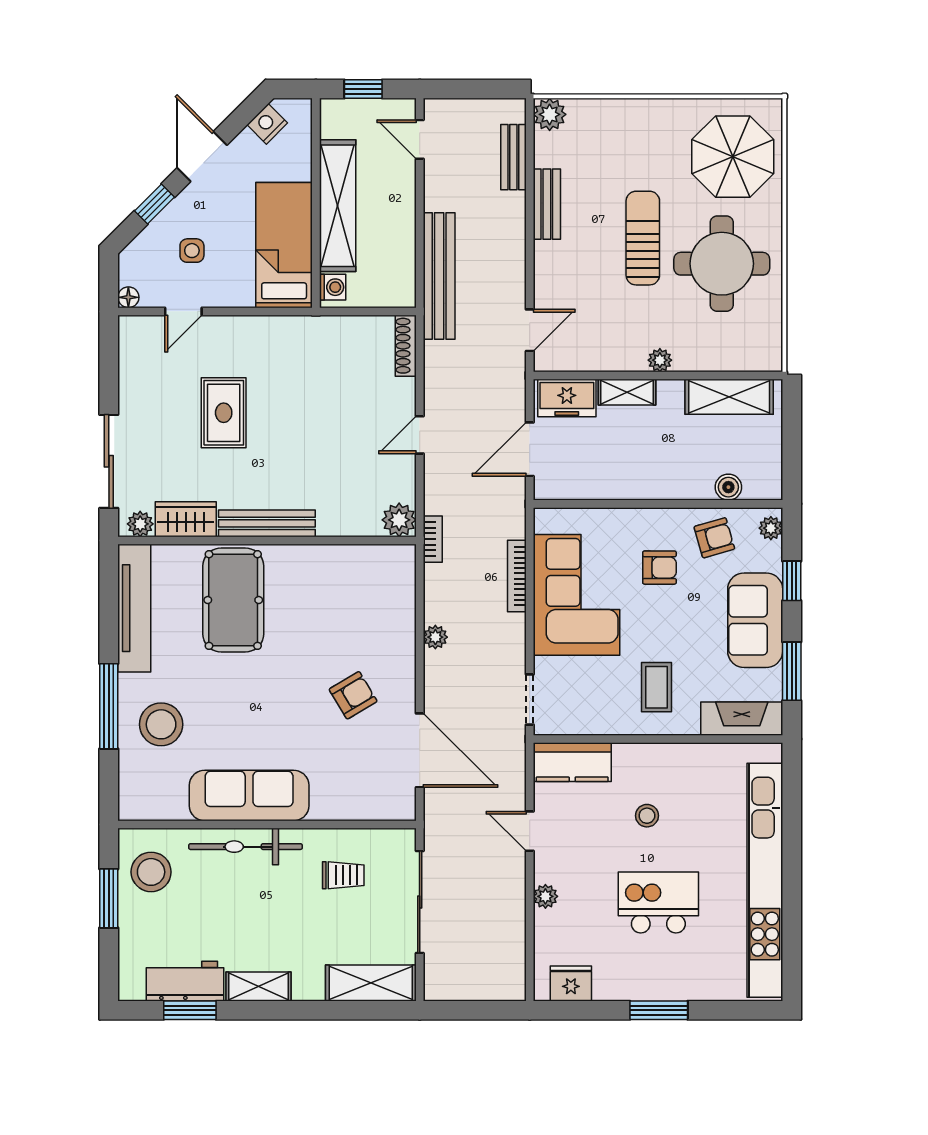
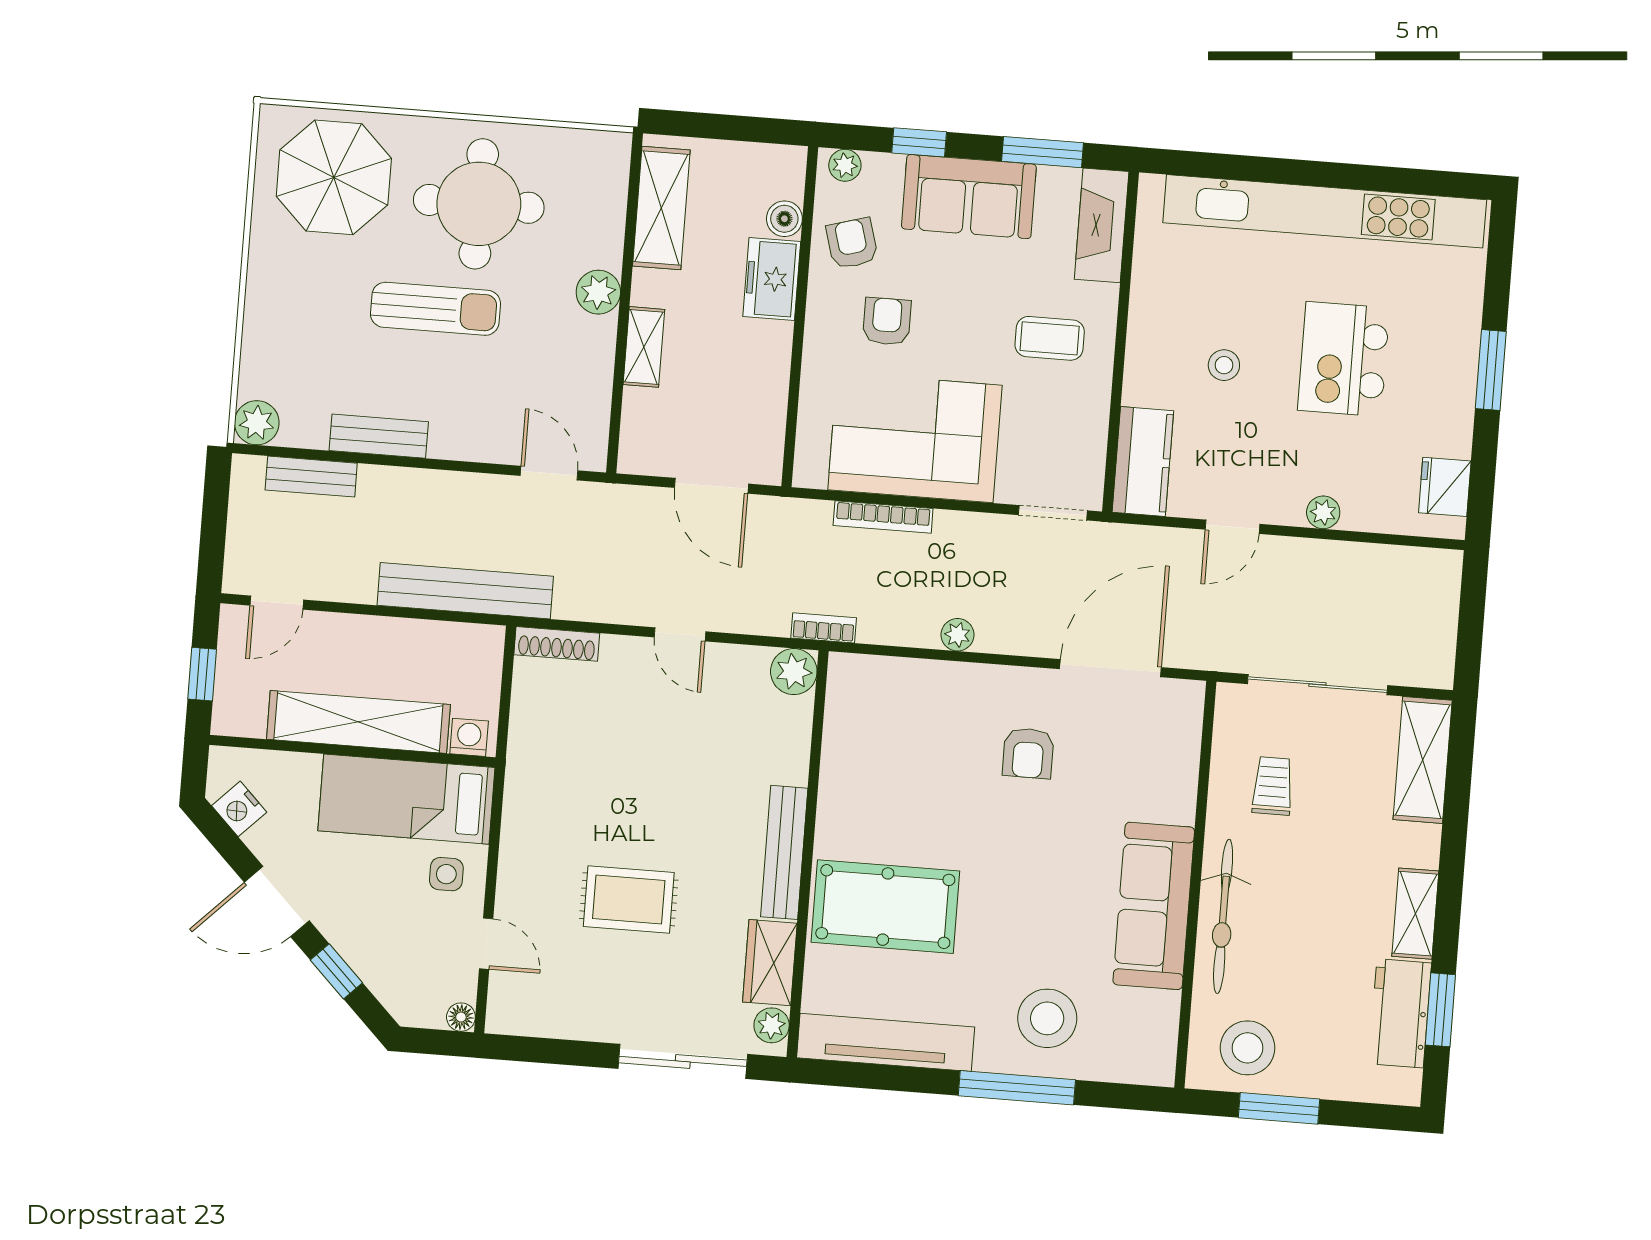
sun lounger: (643, 238) -> (435, 309), turned 180
side table: (192, 251) -> (446, 874), moved
plant: (660, 360) -> (598, 292), width x1.38, depth x1.38
freezer: (567, 398) -> (772, 279), moved, turned 180
armchair: (353, 695) -> (1028, 753), turned -149

